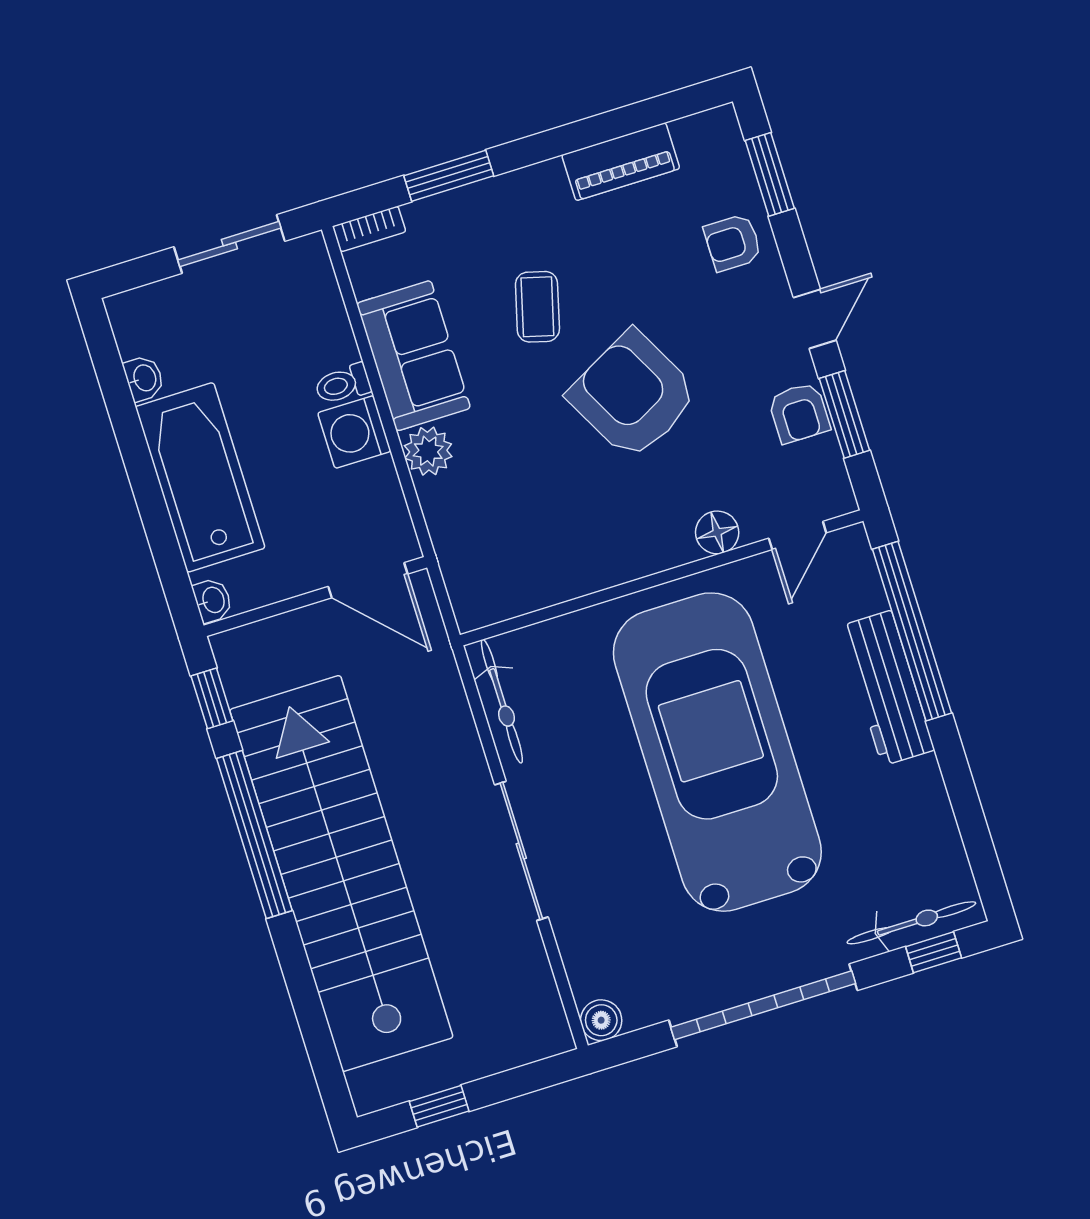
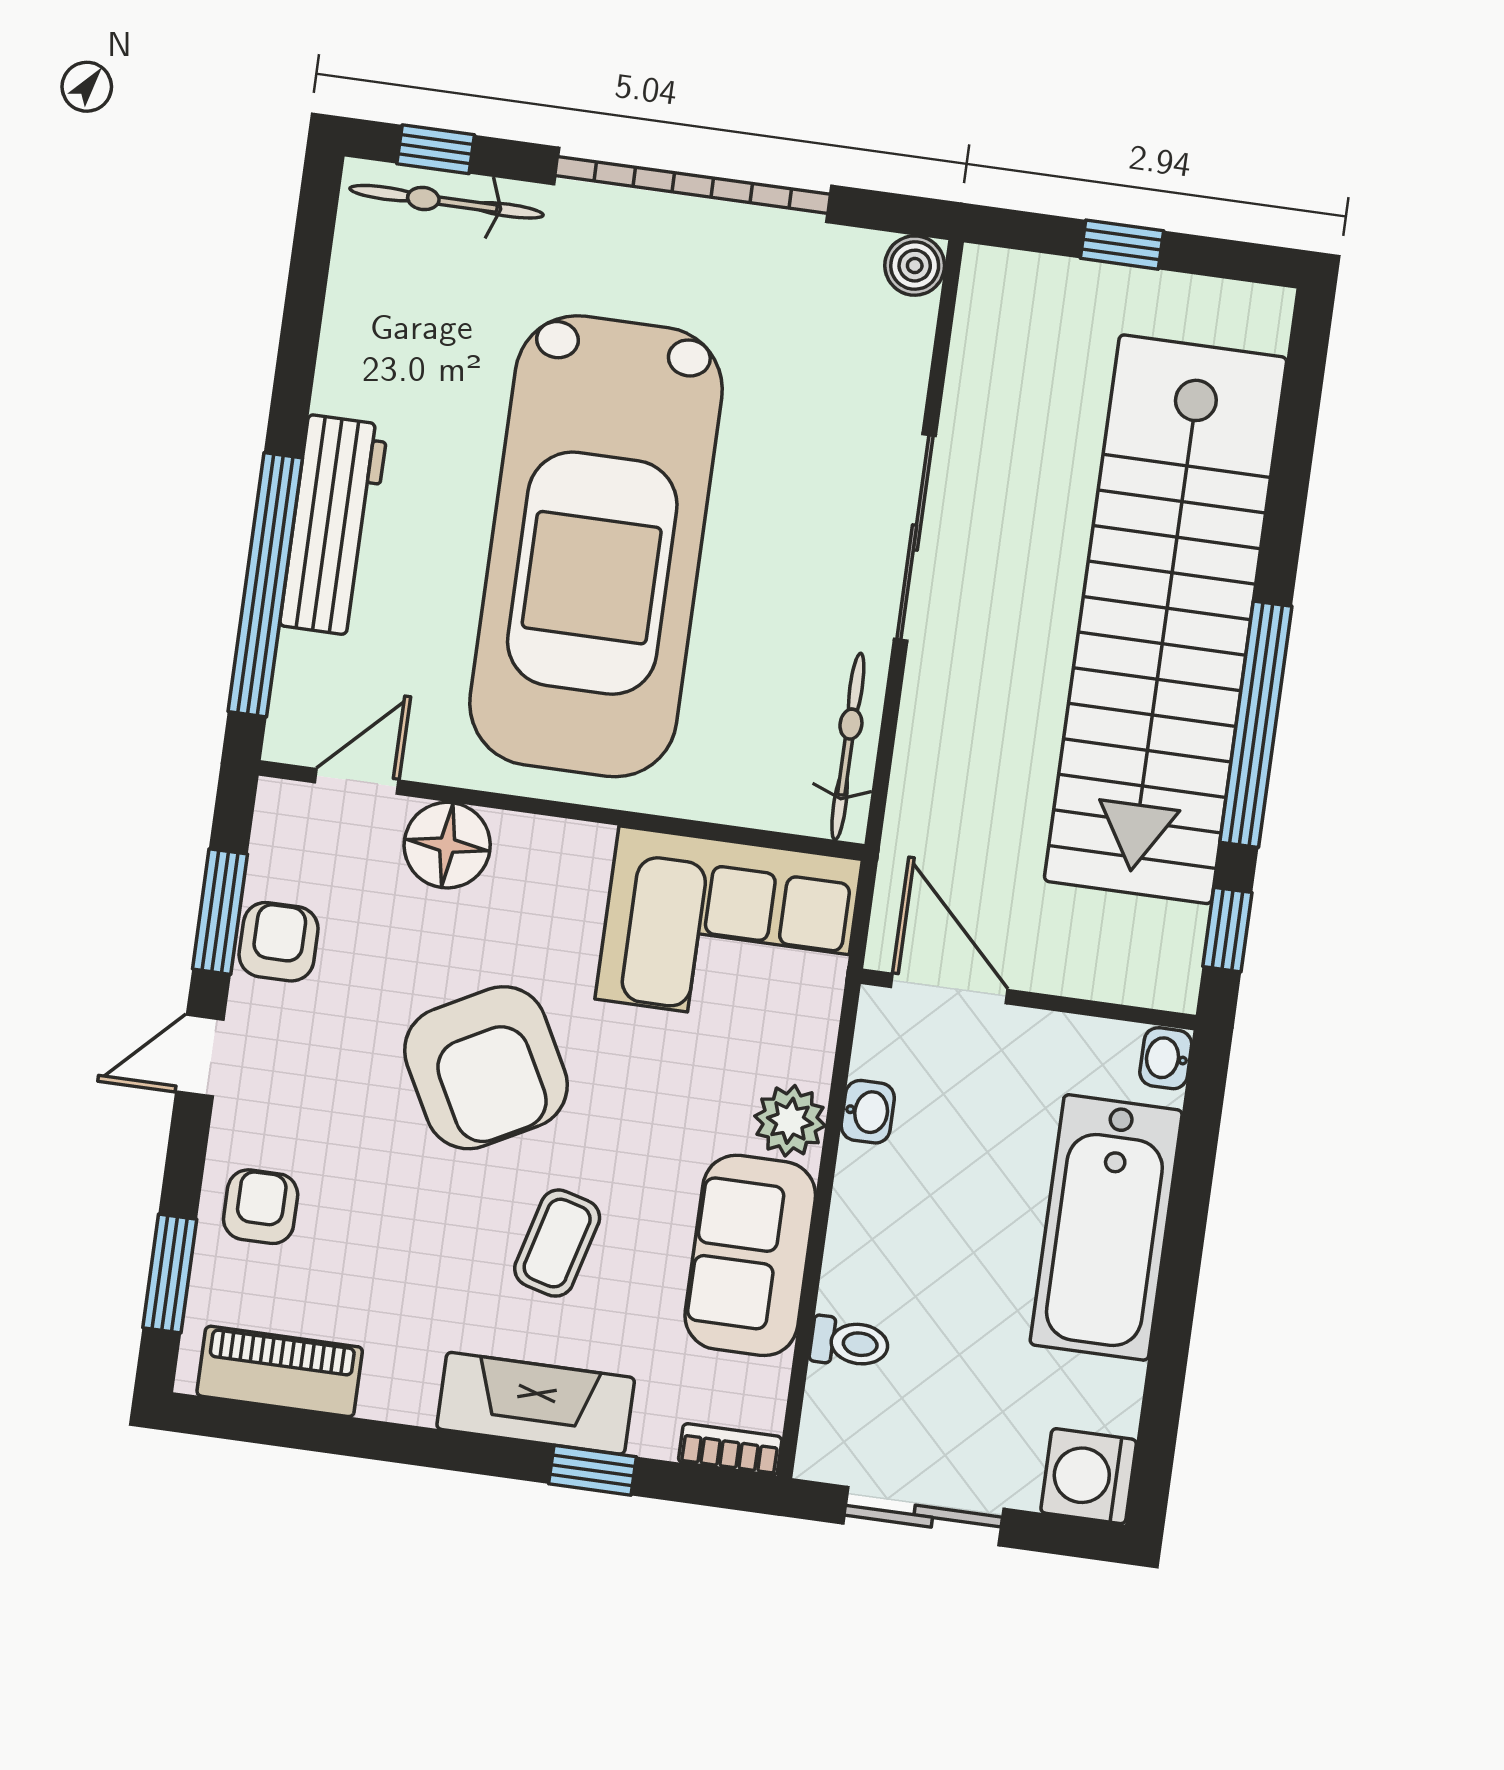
piano: (621, 162) -> (280, 1371), moved
window: (449, 176) -> (593, 1470), width x0.67
fireplace: (504, 201) -> (536, 1403), added
armchair: (733, 243) -> (261, 1207), turned -90
washbasin: (144, 378) -> (868, 1112), moved, turned 180
toilet: (343, 384) -> (850, 1343), moved
washing machine: (354, 432) -> (1089, 1476), moved, turned 180
floor lamp: (717, 532) -> (447, 845), width x1.38, depth x1.38
corner sofa: (523, 552) -> (729, 929), added
window: (439, 1106) -> (1122, 245), moved

